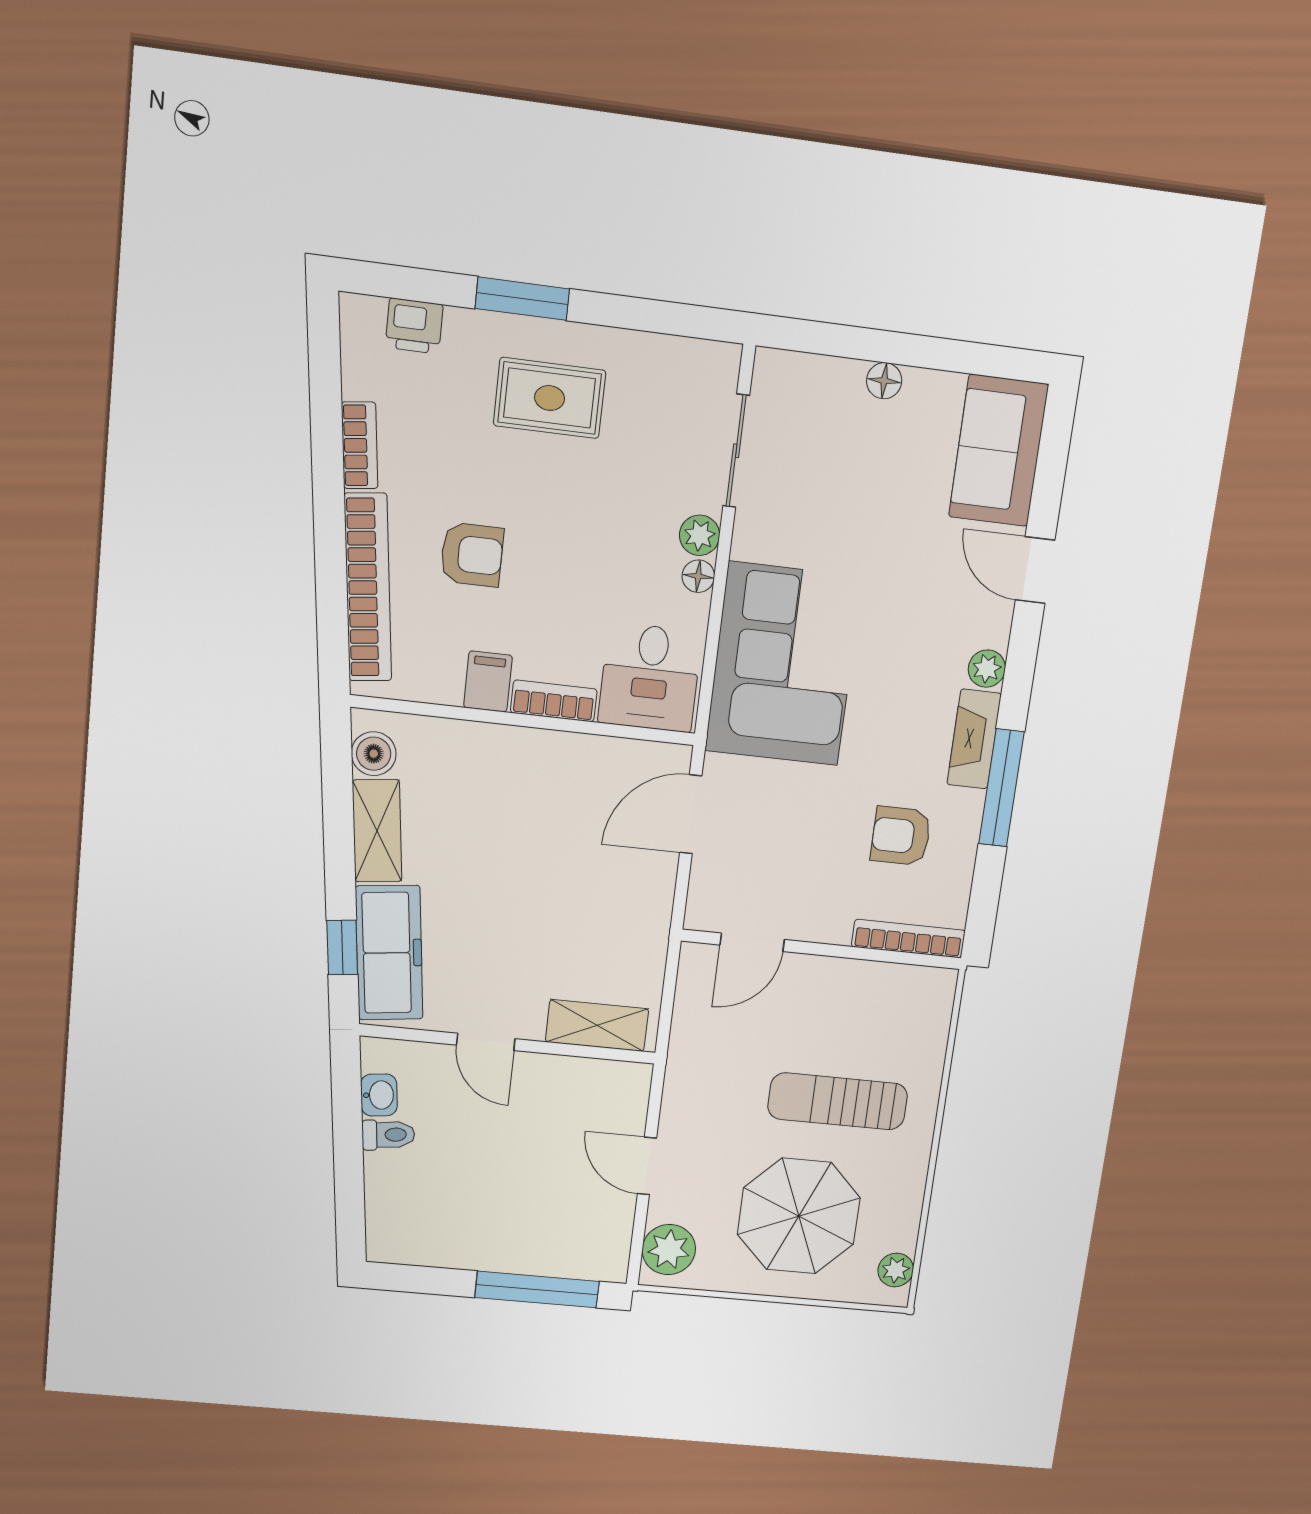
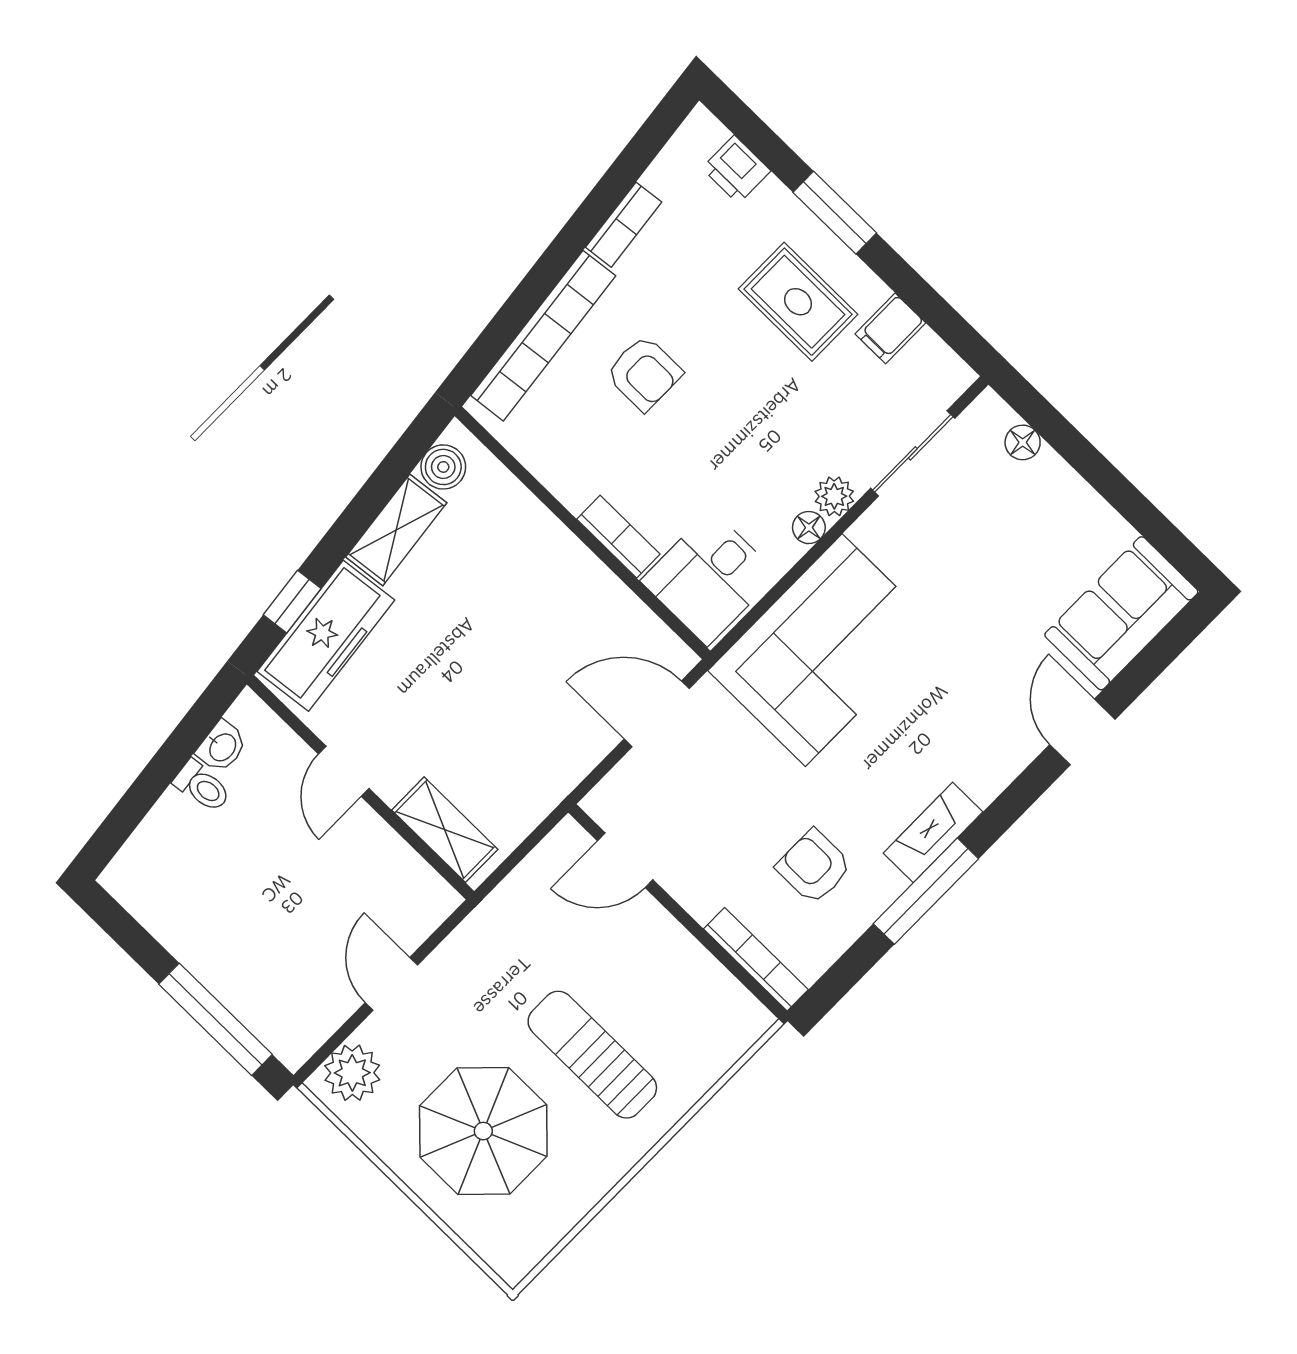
floor lamp: (884, 381) -> (1023, 442), moved
plant: (987, 669) -> (986, 782), removed
filing cabinet: (488, 681) -> (890, 328), moved, turned 180
plant: (896, 1270) -> (528, 1247), removed

